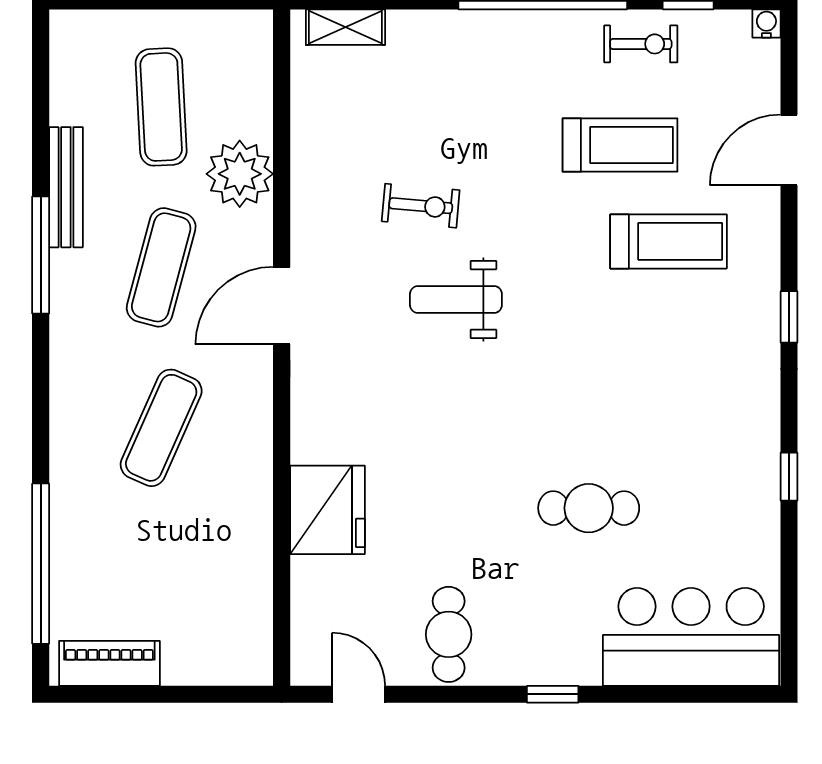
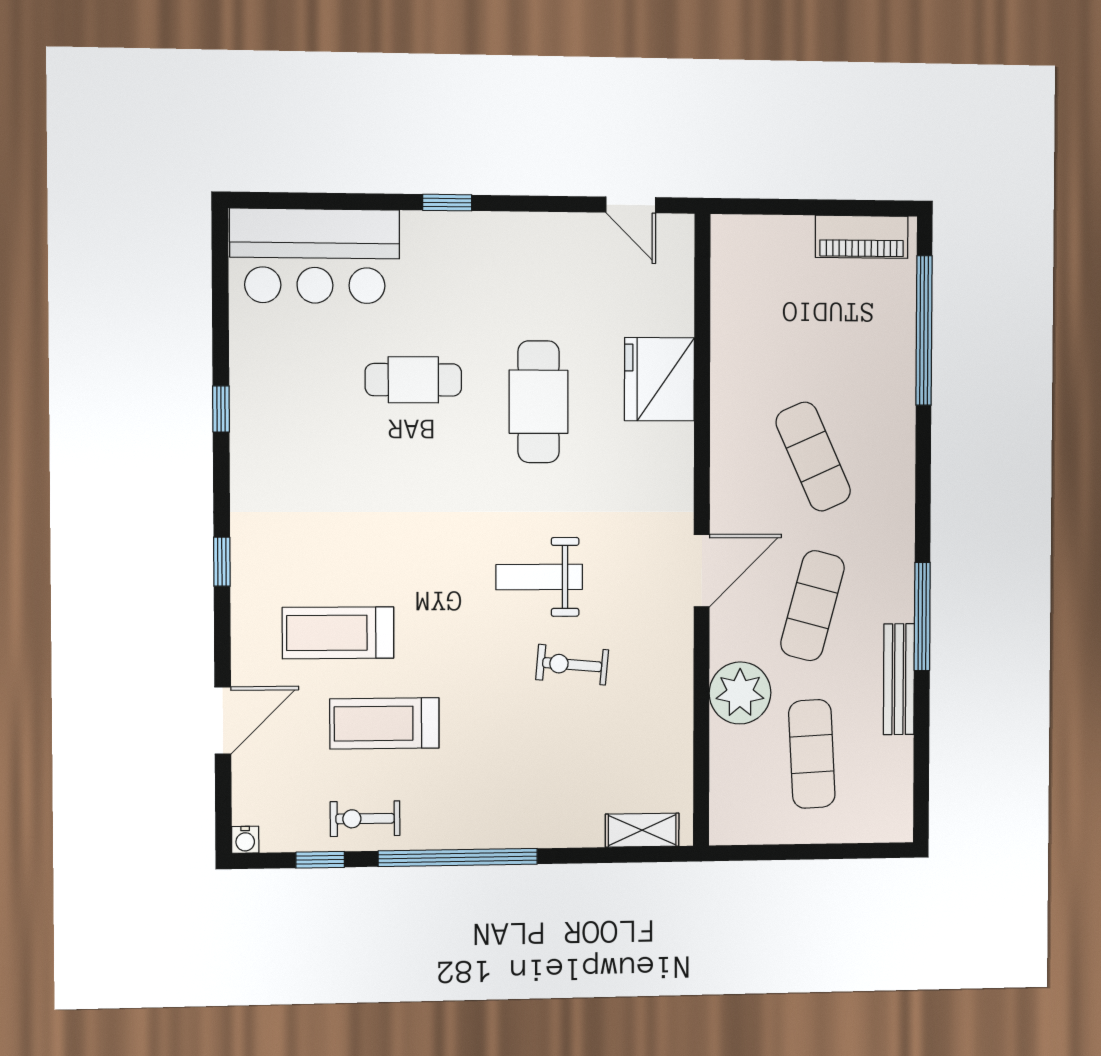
weight bench: (456, 299) -> (539, 577), turned 180
exercise mat: (161, 428) -> (813, 457), turned -48
cafe table: (449, 634) -> (539, 402), moved, width x1.37, depth x1.35

